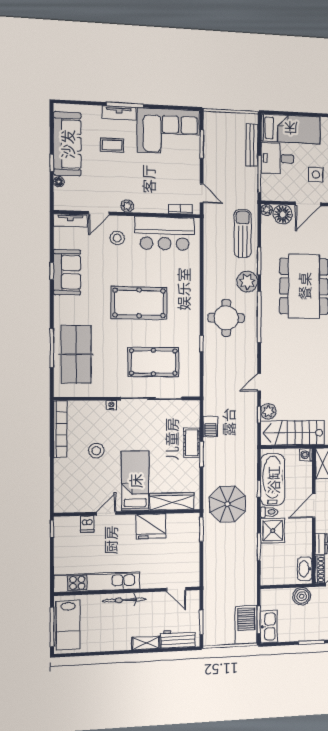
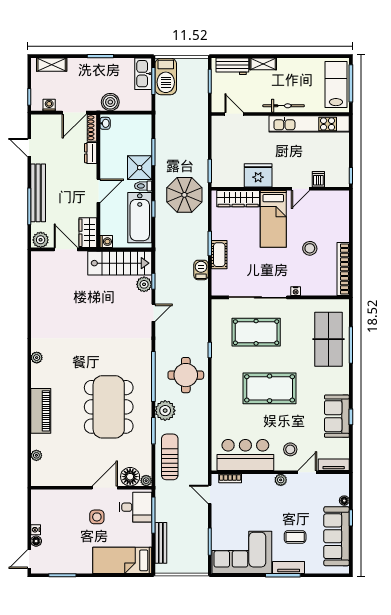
desk: (277, 158) -> (136, 507), moved
sun lounger: (243, 234) -> (170, 457), turned 180
washbasin: (305, 569) -> (105, 123), width x0.52, depth x0.69

